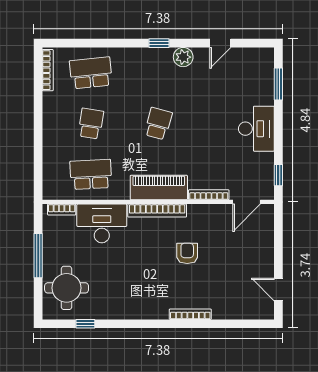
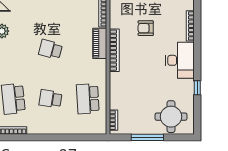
piano: (159, 188) -> (100, 43), width x0.73, depth x0.75
desk: (102, 223) -> (180, 60), moved, turned 180
window: (85, 324) -> (197, 88), moved

